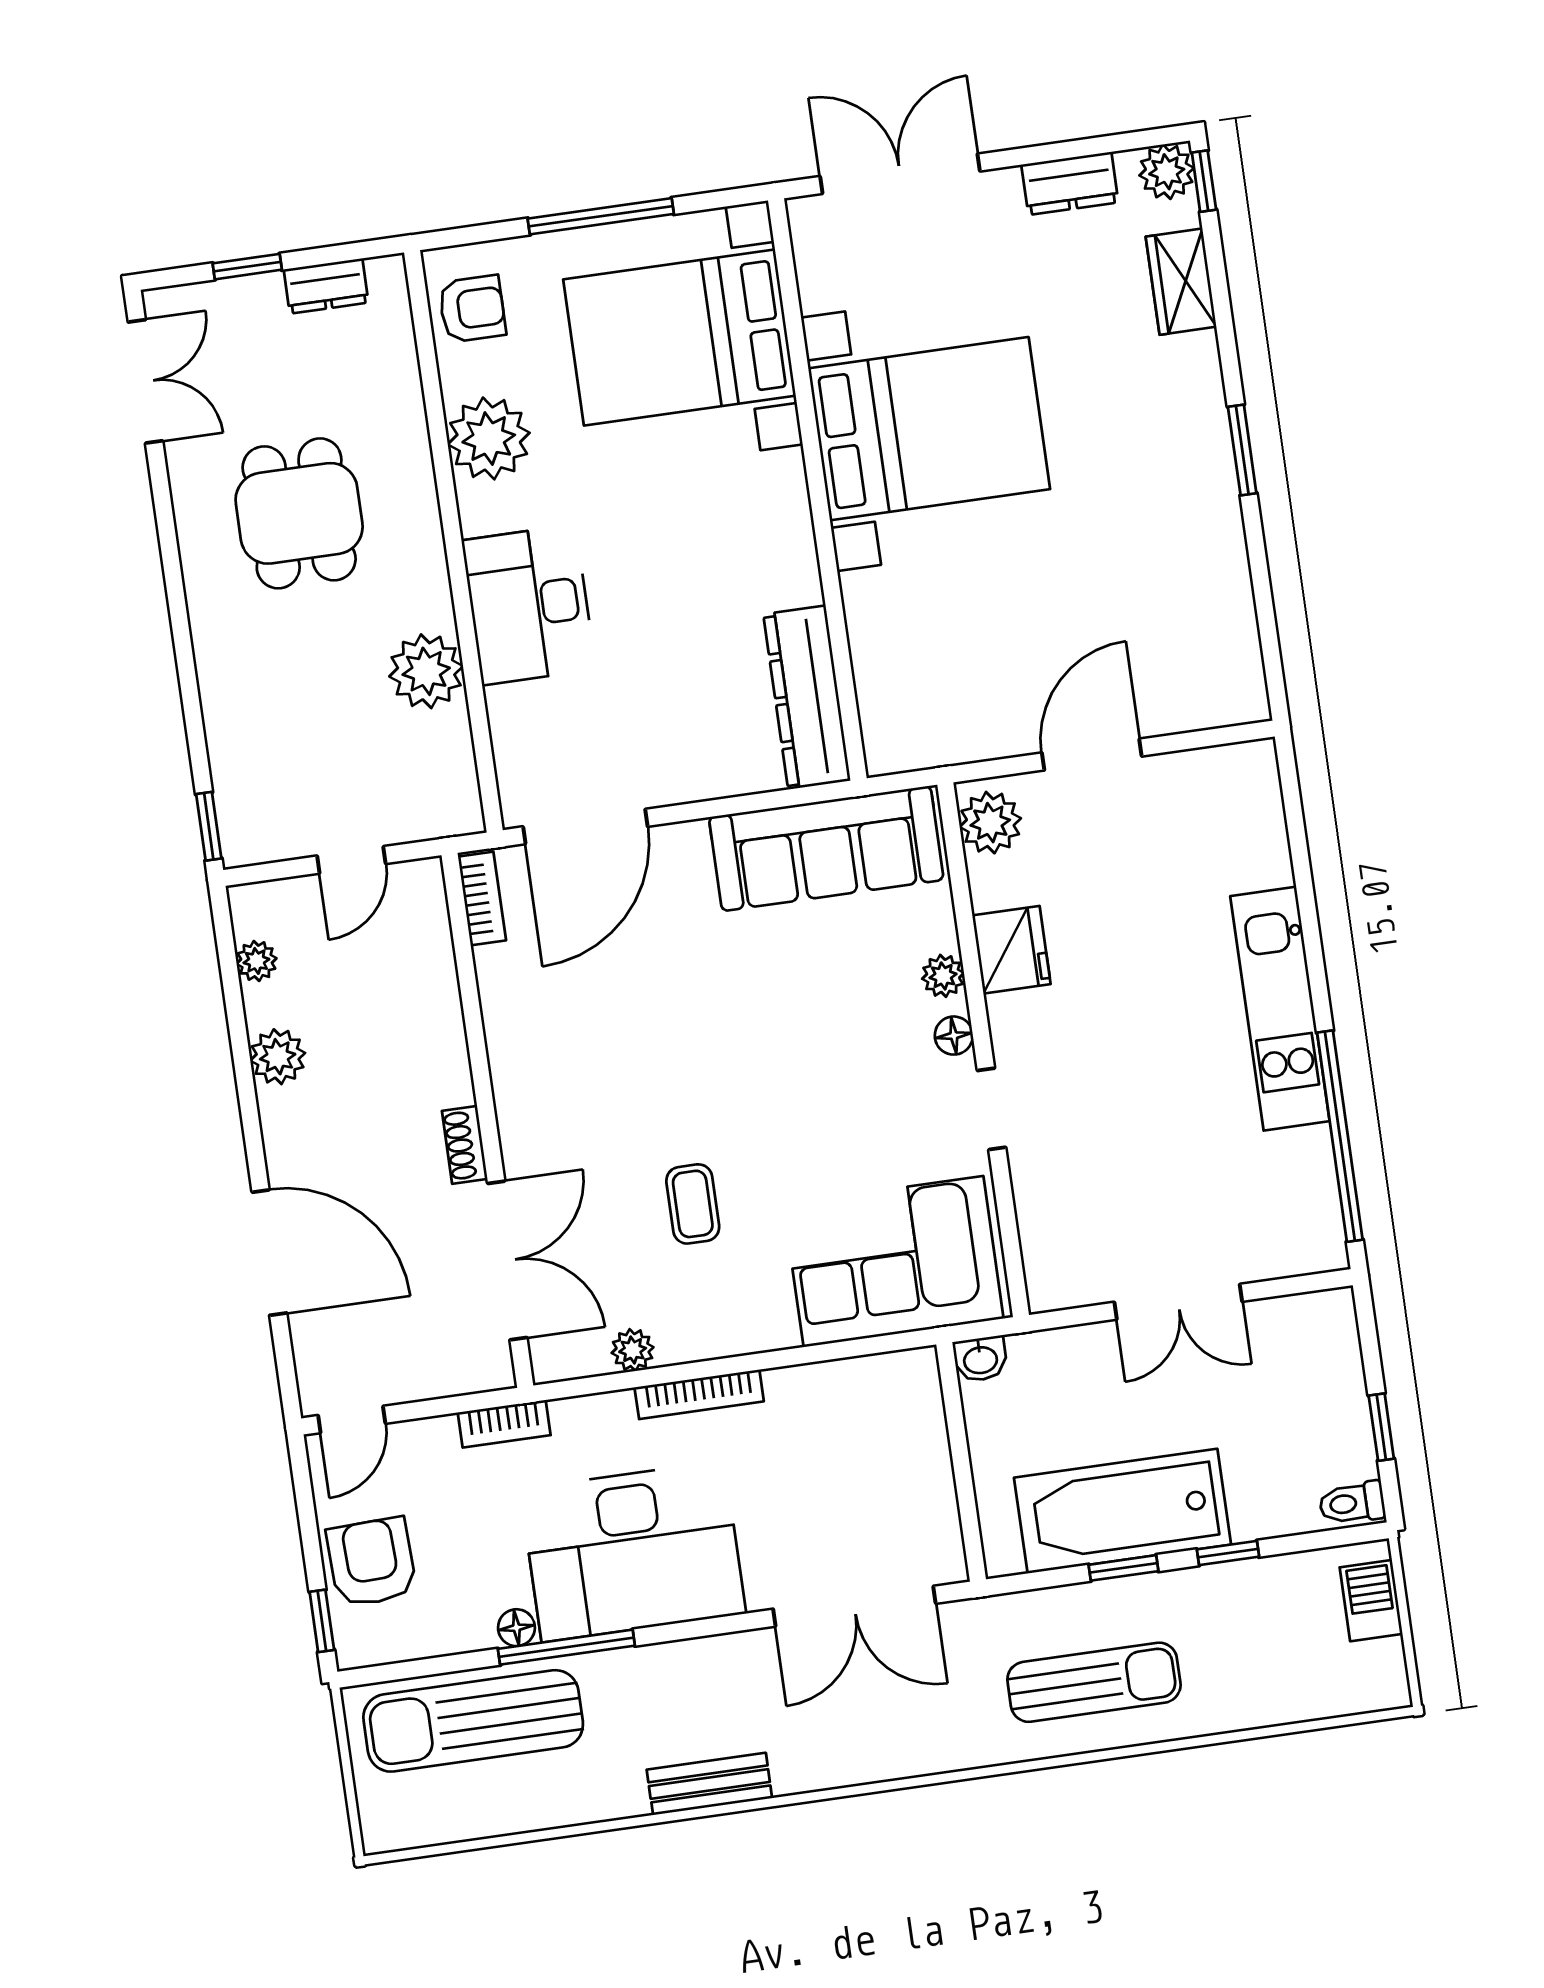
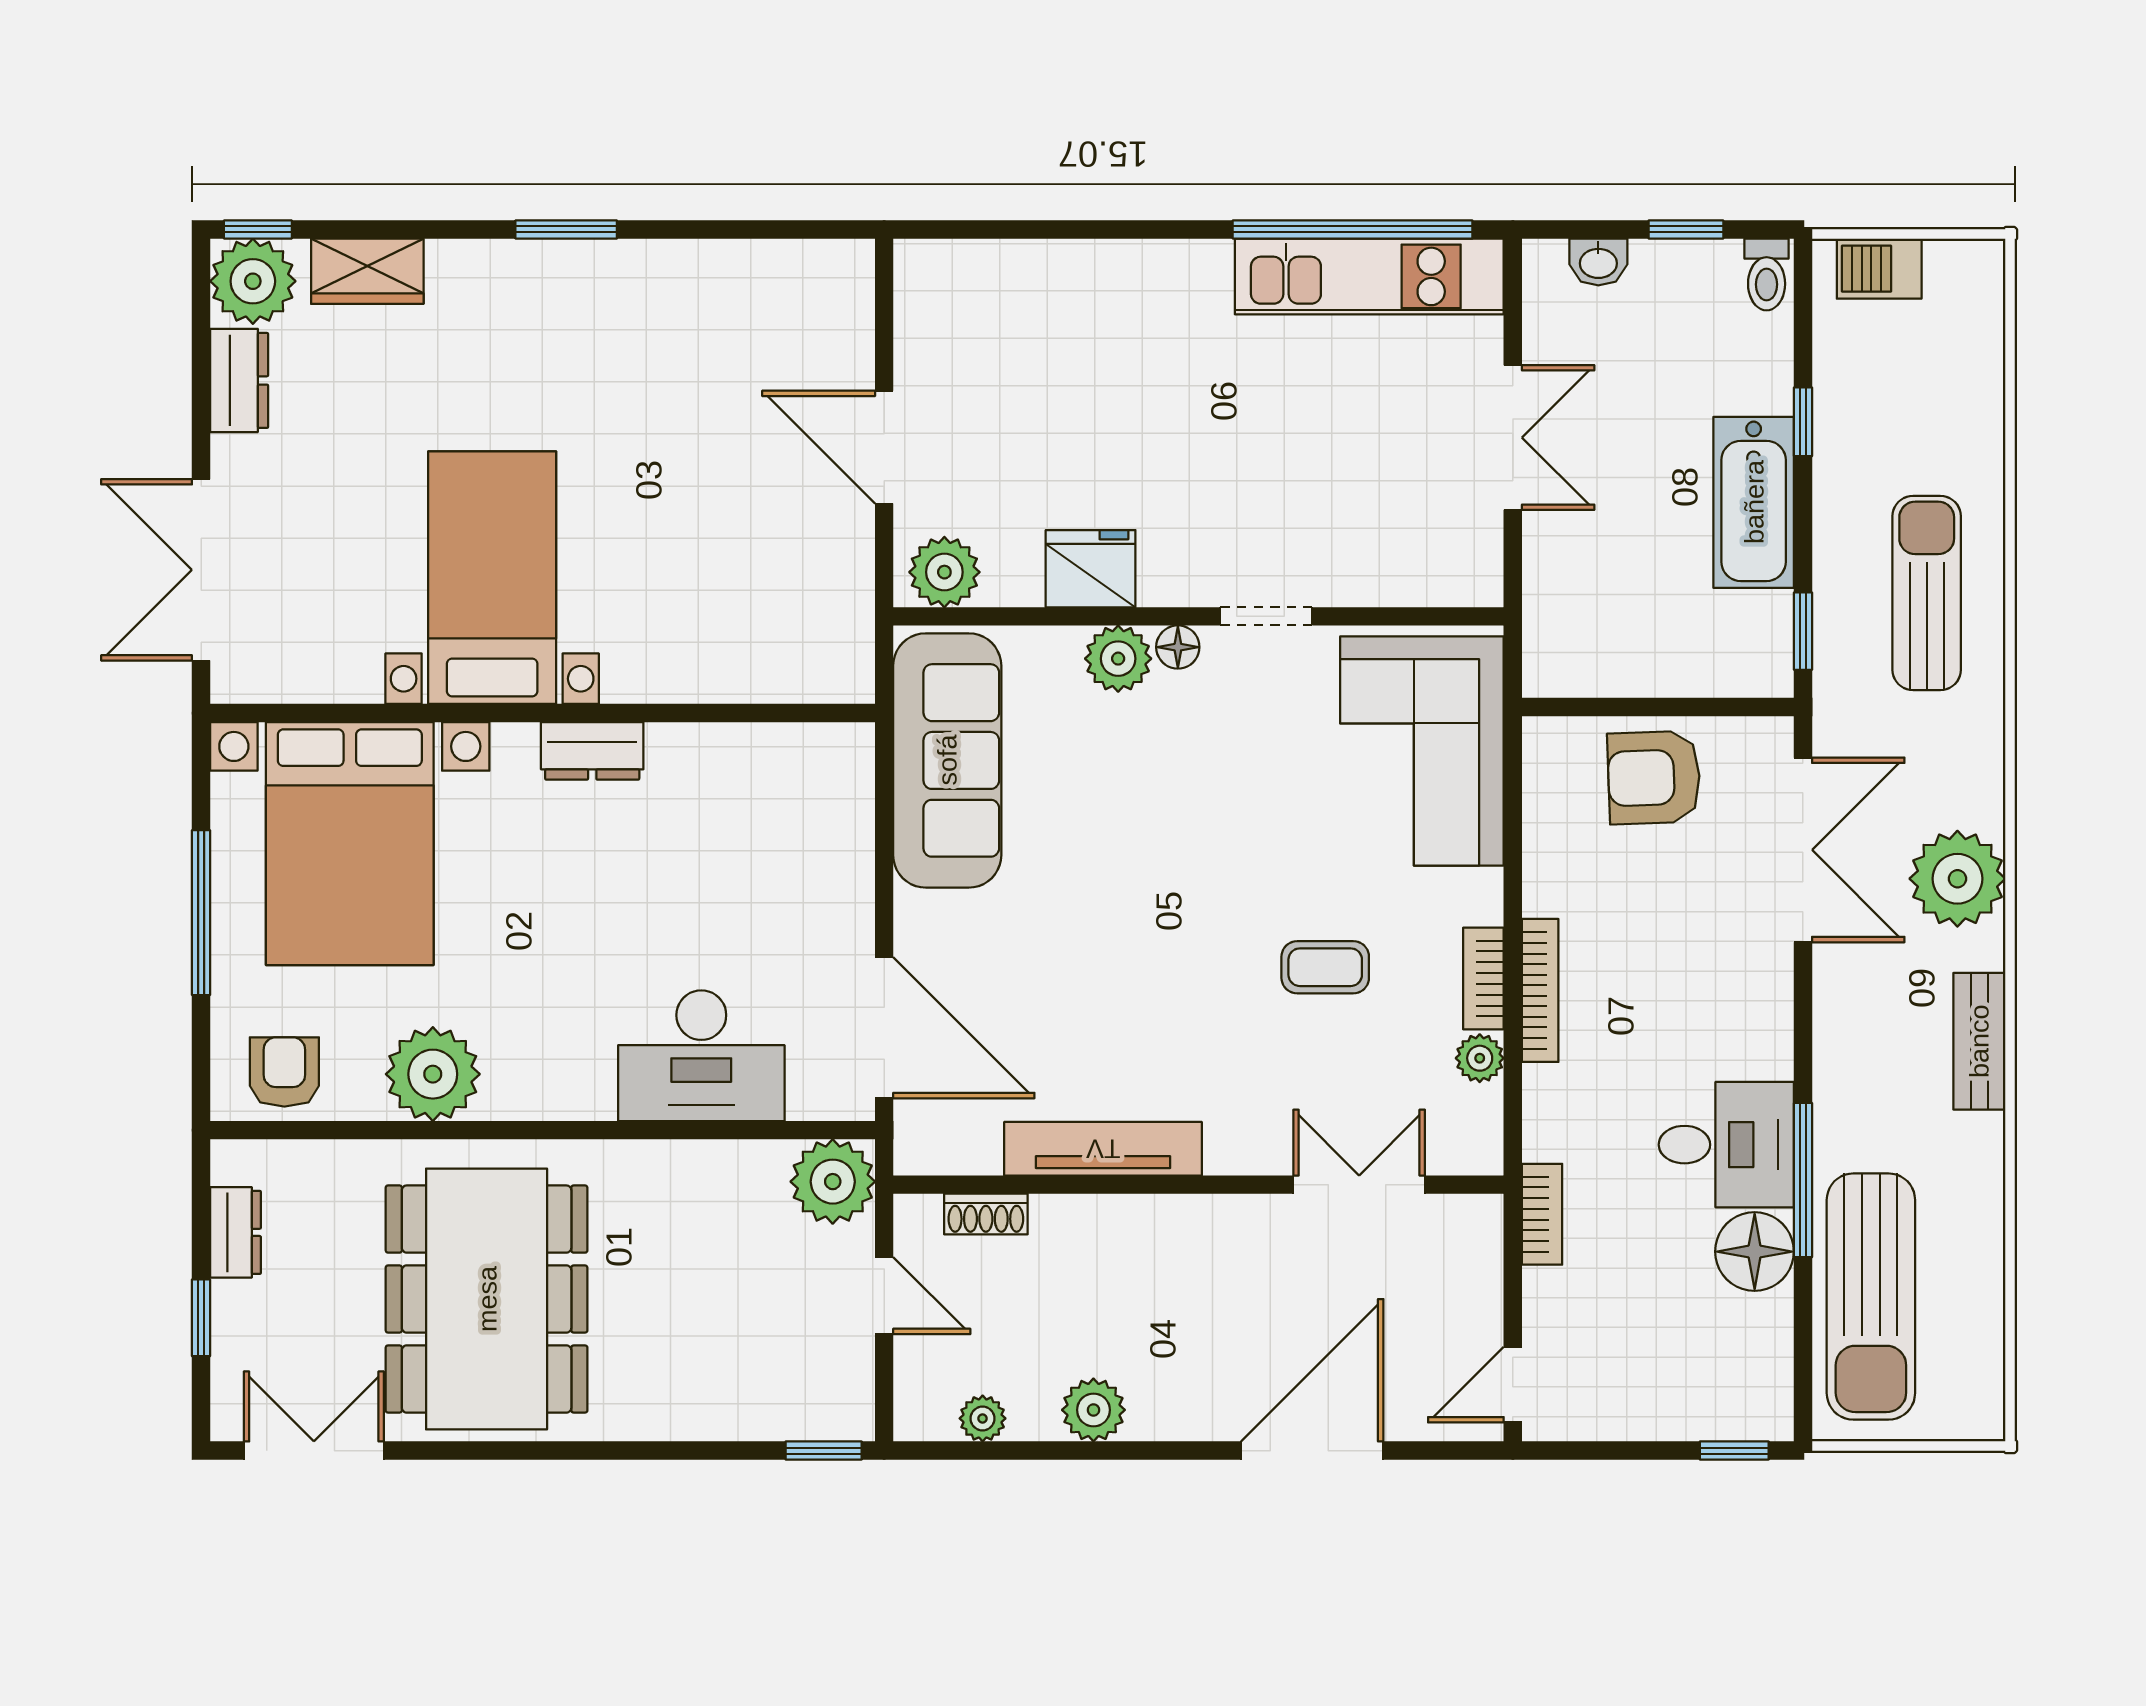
plant: (1167, 172) -> (253, 281), width x1.36, depth x1.36
bed with nightstands: (929, 429) -> (492, 578), width x0.73
dining table: (299, 513) -> (487, 1299), width x1.88, depth x1.24
desk: (529, 605) -> (701, 1056), moved
plant: (426, 671) -> (833, 1182), moved
dresser: (807, 697) -> (592, 751), moved, width x0.51, depth x0.80
bookcase: (482, 899) -> (1483, 978), moved, turned -90
plant: (943, 976) -> (1118, 659), width x1.38, depth x1.38
kitchen unit: (1280, 1009) -> (1369, 276), moved
tv unit: (507, 1033) -> (1103, 1149), added
shoe rack: (465, 1145) -> (986, 1214), moved
double door: (507, 1260) -> (1359, 1185), width x0.73
washbasin: (980, 1359) -> (1598, 262), moved, turned 90
door: (352, 1419) -> (1513, 1385), swing flipped
bathtub: (1123, 1511) -> (1754, 502), width x0.73, depth x0.73
desk: (633, 1551) -> (1726, 1145), width x0.53, depth x0.77
armchair: (372, 1562) -> (1654, 778), moved
window: (1123, 1568) -> (1803, 631), moved
floor lamp: (516, 1628) -> (1755, 1252), width x1.89, depth x1.89
plant: (848, 1745) -> (1957, 879), added

